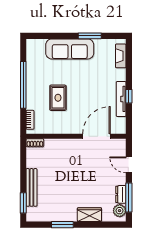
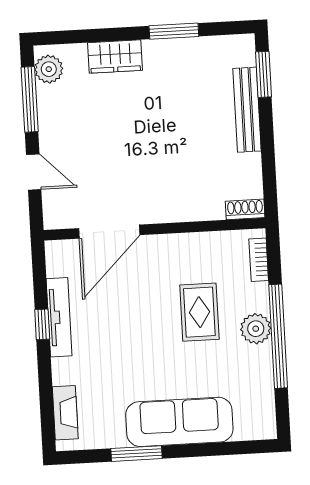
plant: (33, 89) -> (256, 329), added
dresser: (121, 194) -> (48, 105), removed

